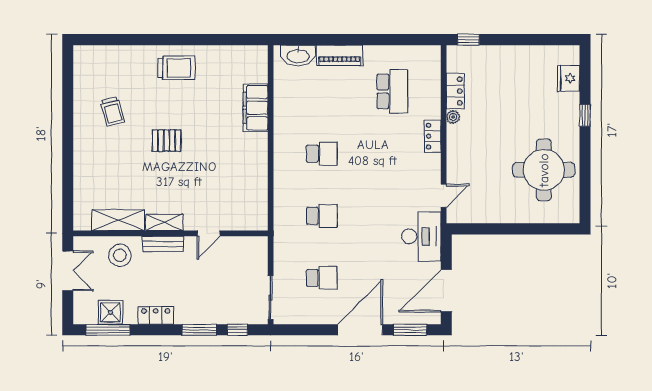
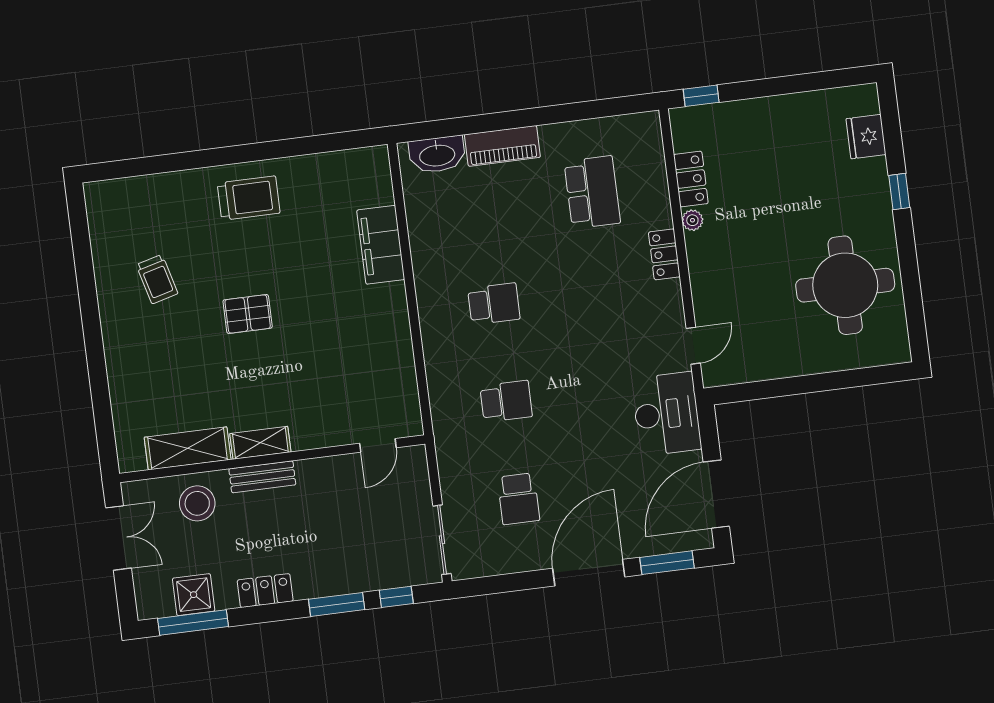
door: (209, 233) -> (378, 445), moved
school desk: (322, 278) -> (518, 499), turned 90

